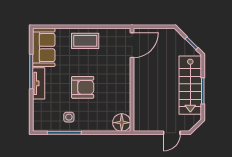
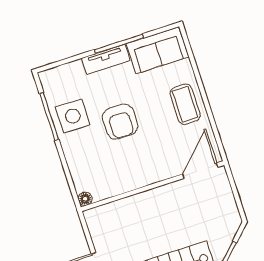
door: (132, 45) -> (200, 171), swing flipped
side table: (69, 117) -> (73, 116), width x1.87, depth x1.87
floor lamp: (122, 123) -> (85, 199), width x0.53, depth x0.53

